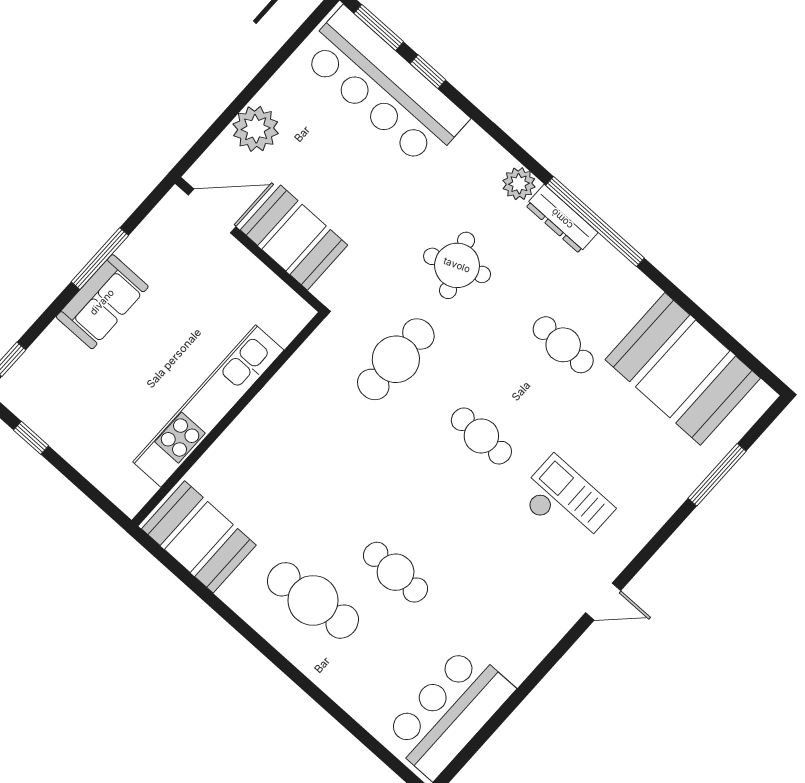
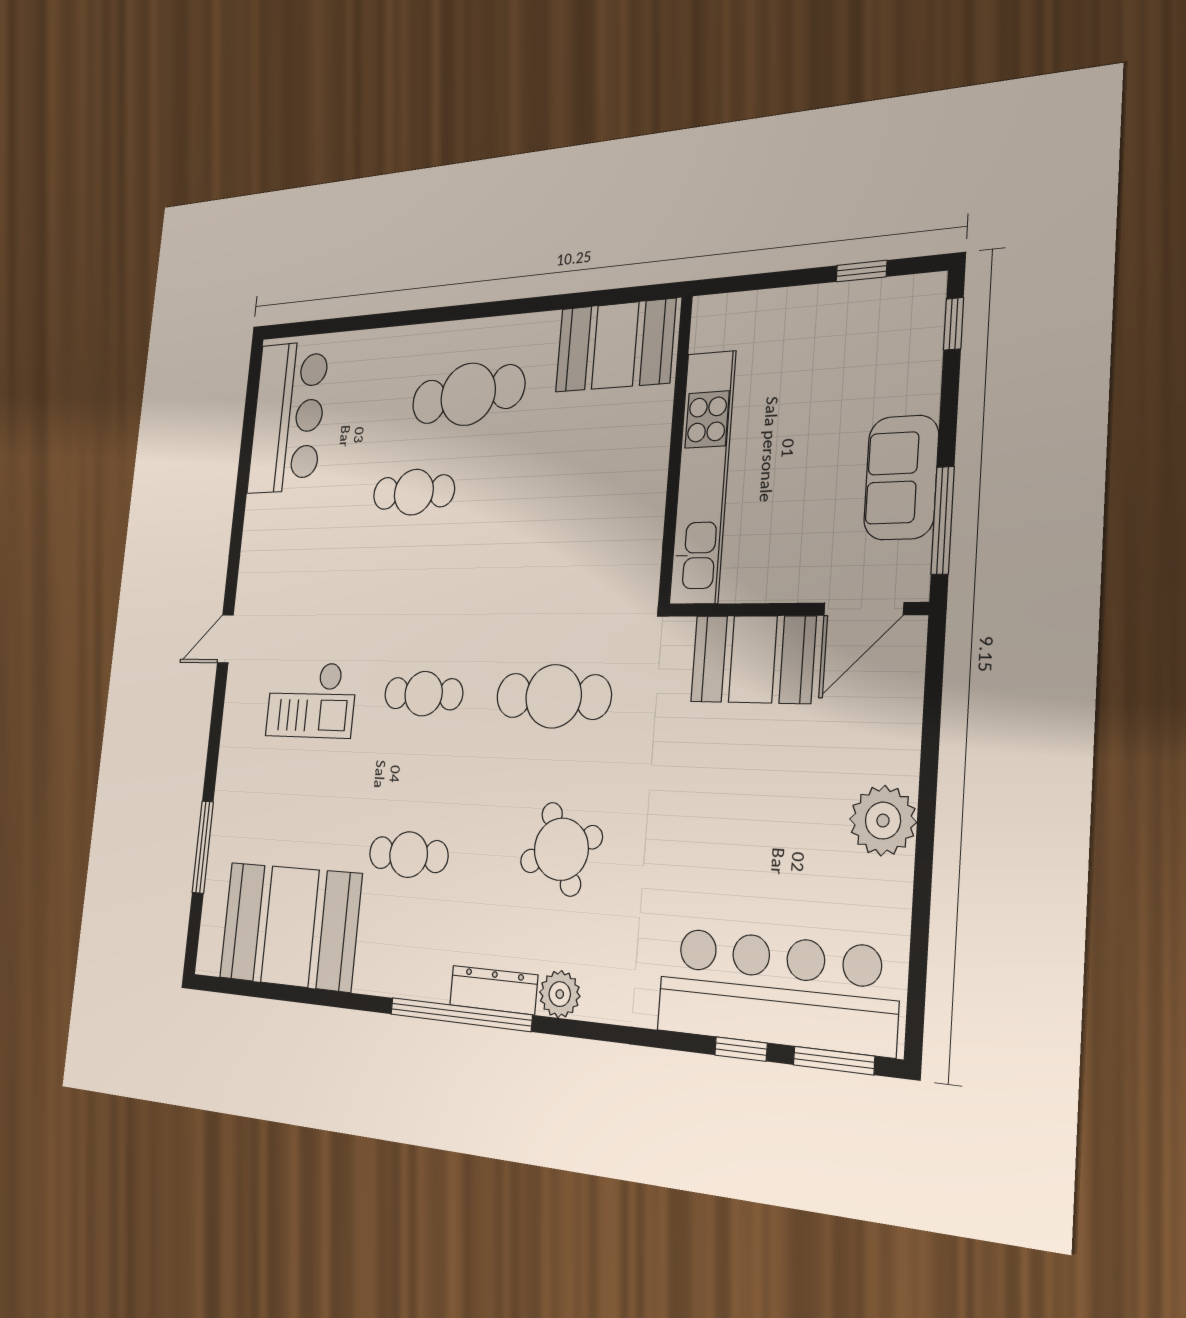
door: (212, 211) -> (864, 609), moved
booth: (294, 238) -> (753, 659), moved
wall: (250, 245) -> (794, 609), moved
cafe table: (396, 359) -> (553, 696), turned 90

